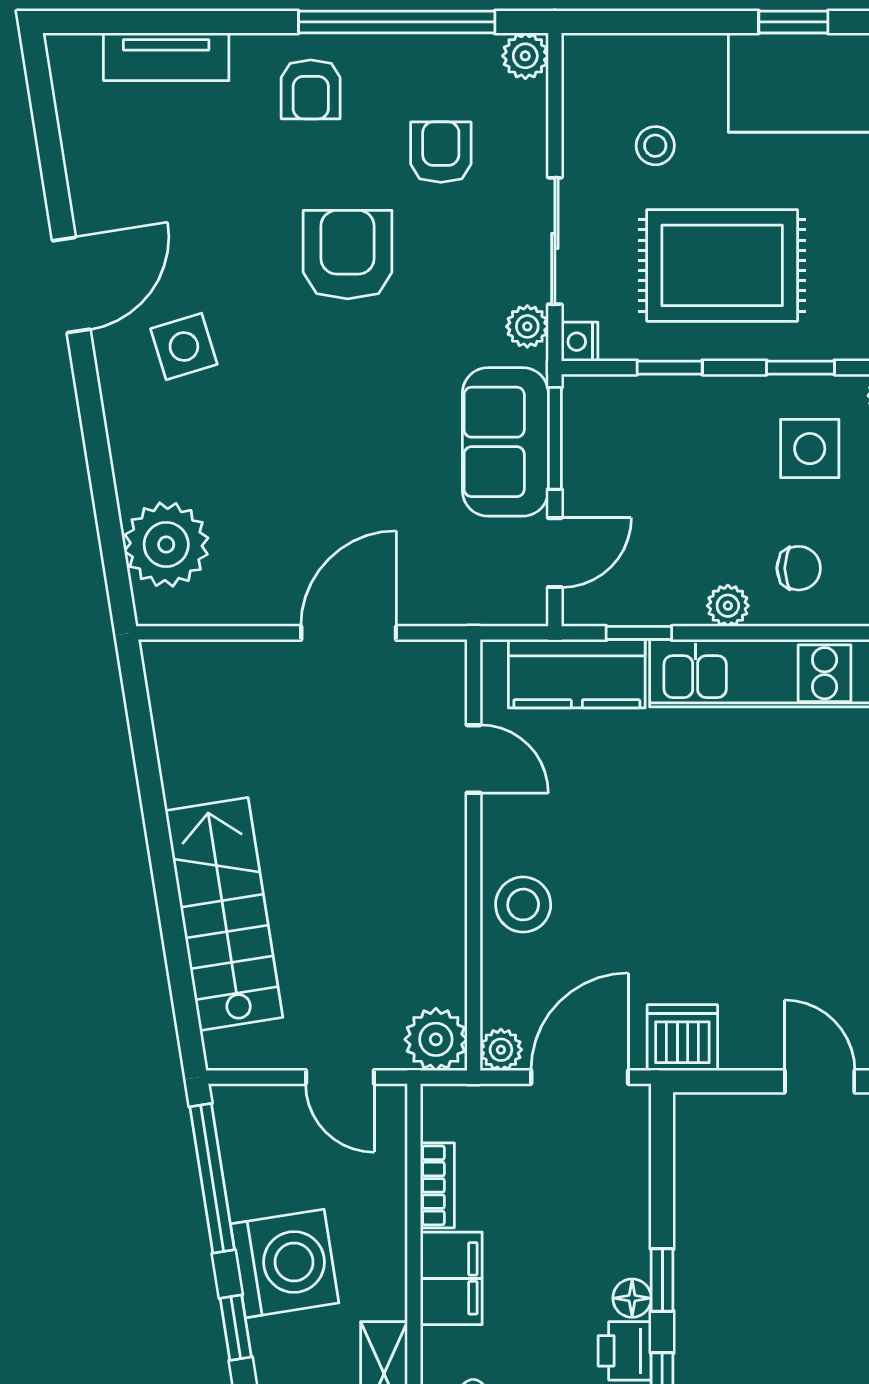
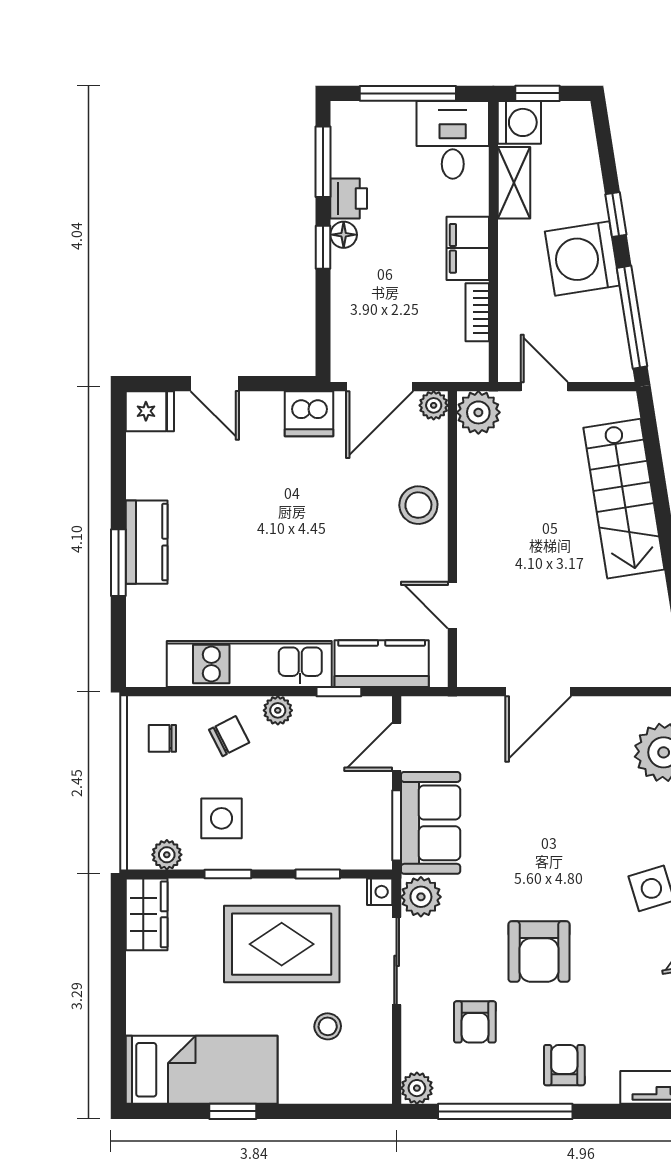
plant: (527, 326) -> (421, 897), width x1.38, depth x1.38
chair: (799, 568) -> (229, 736), turned 153

